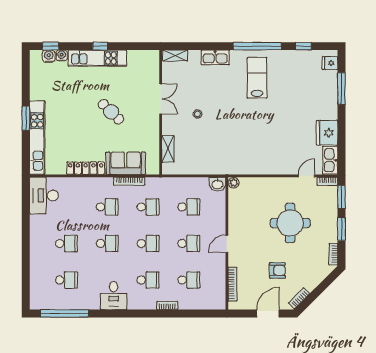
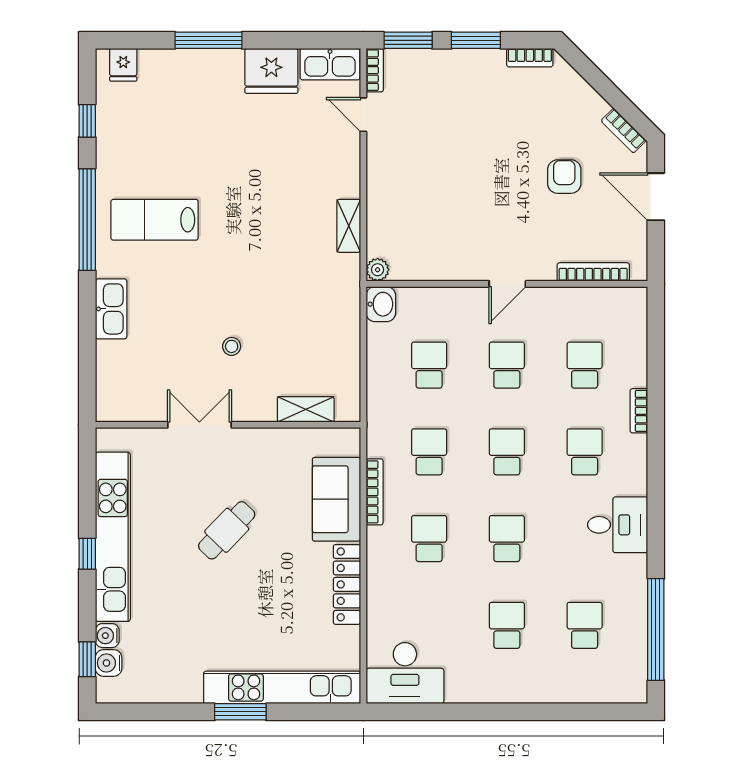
shelving: (175, 56) -> (349, 226), moved
kitchen unit: (97, 58) -> (113, 537), width x1.36
window: (341, 89) -> (208, 40), moved
round table: (290, 223) -> (464, 149), removed
door: (227, 244) -> (507, 284), hinge flipped

